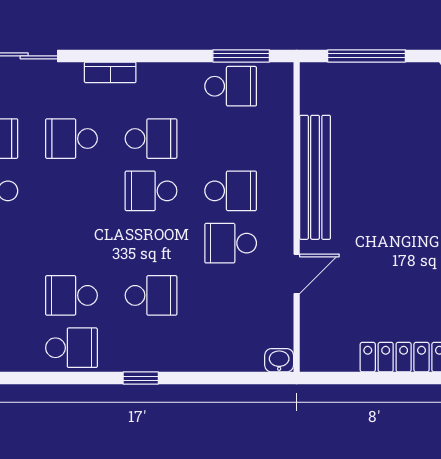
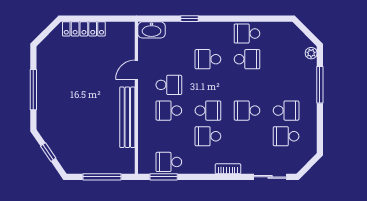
school desk: (71, 139) -> (247, 111), moved, turned 180
washbasin: (279, 360) -> (152, 30), width x1.91, depth x1.45
window: (141, 378) -> (189, 19), moved

